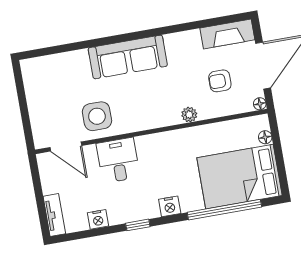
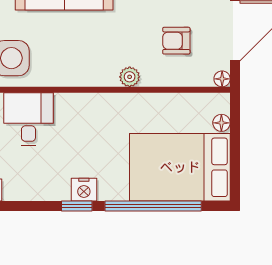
window: (138, 225) -> (77, 206), moved

